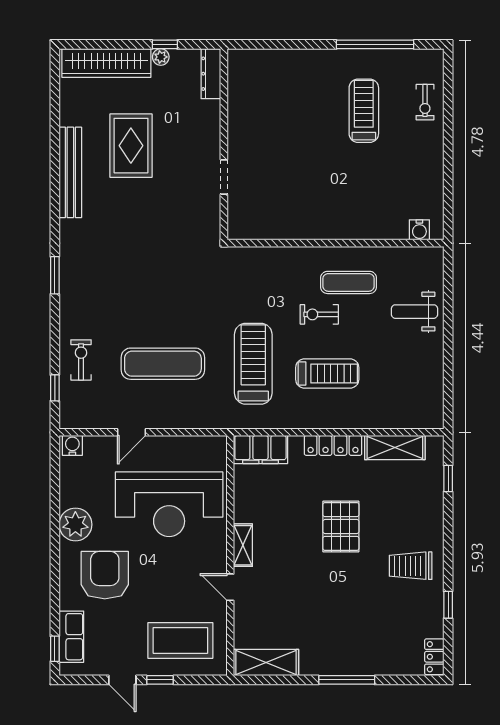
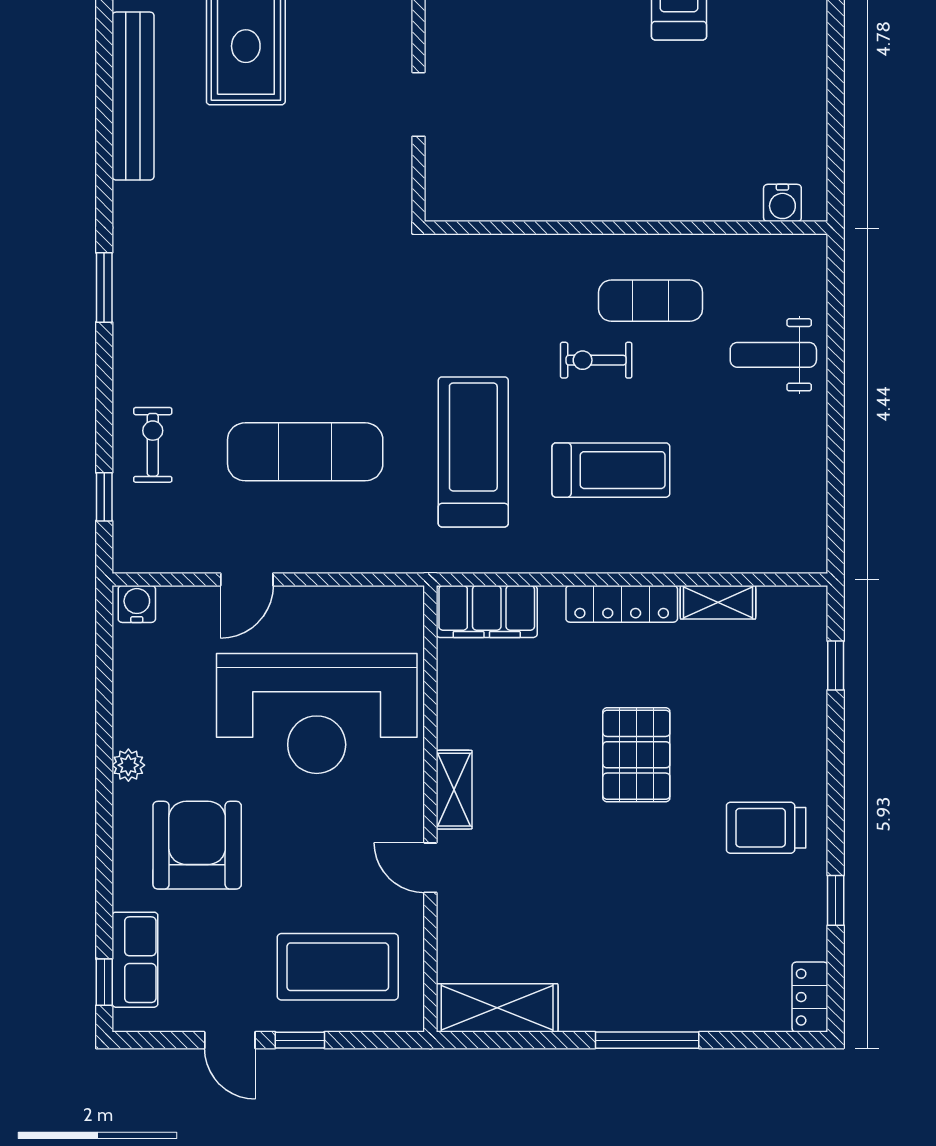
shelving: (395, 448) -> (718, 602), width x0.67, depth x0.75
plant: (75, 524) -> (128, 765), width x0.53, depth x0.53

